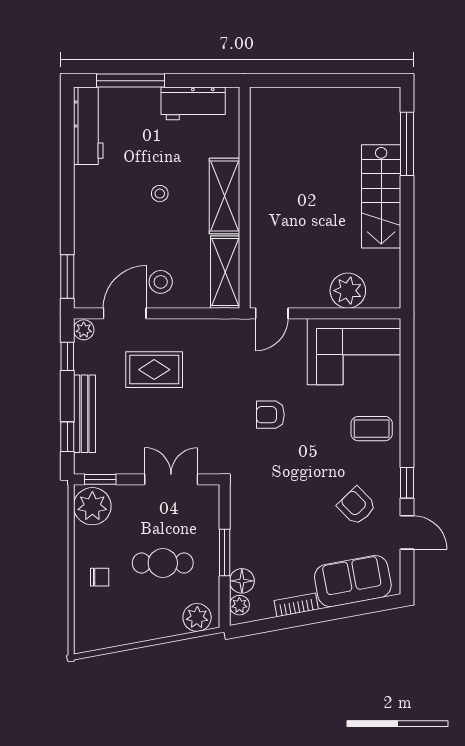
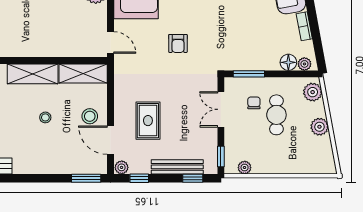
stool: (160, 194) -> (45, 117), moved
plant: (92, 506) -> (245, 168), width x0.53, depth x0.53
window: (225, 553) -> (249, 74), moved
chair: (100, 577) -> (254, 103), moved
plant: (145, 628) -> (319, 127), added

